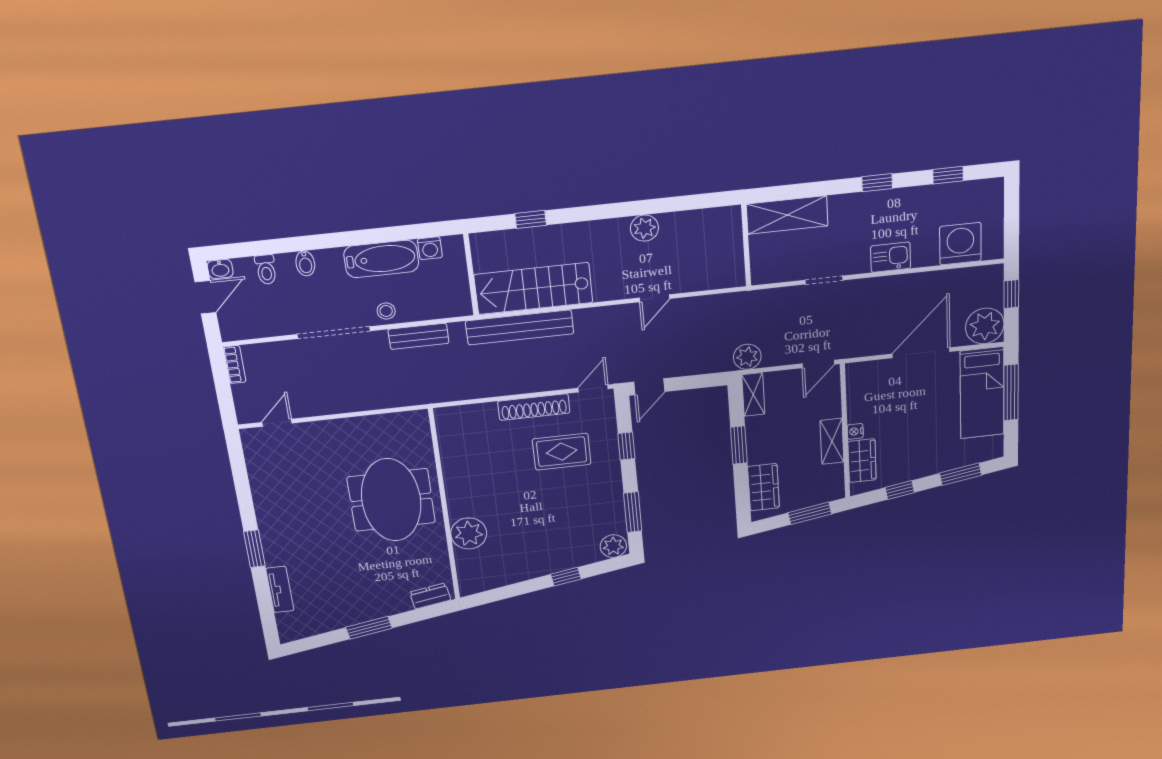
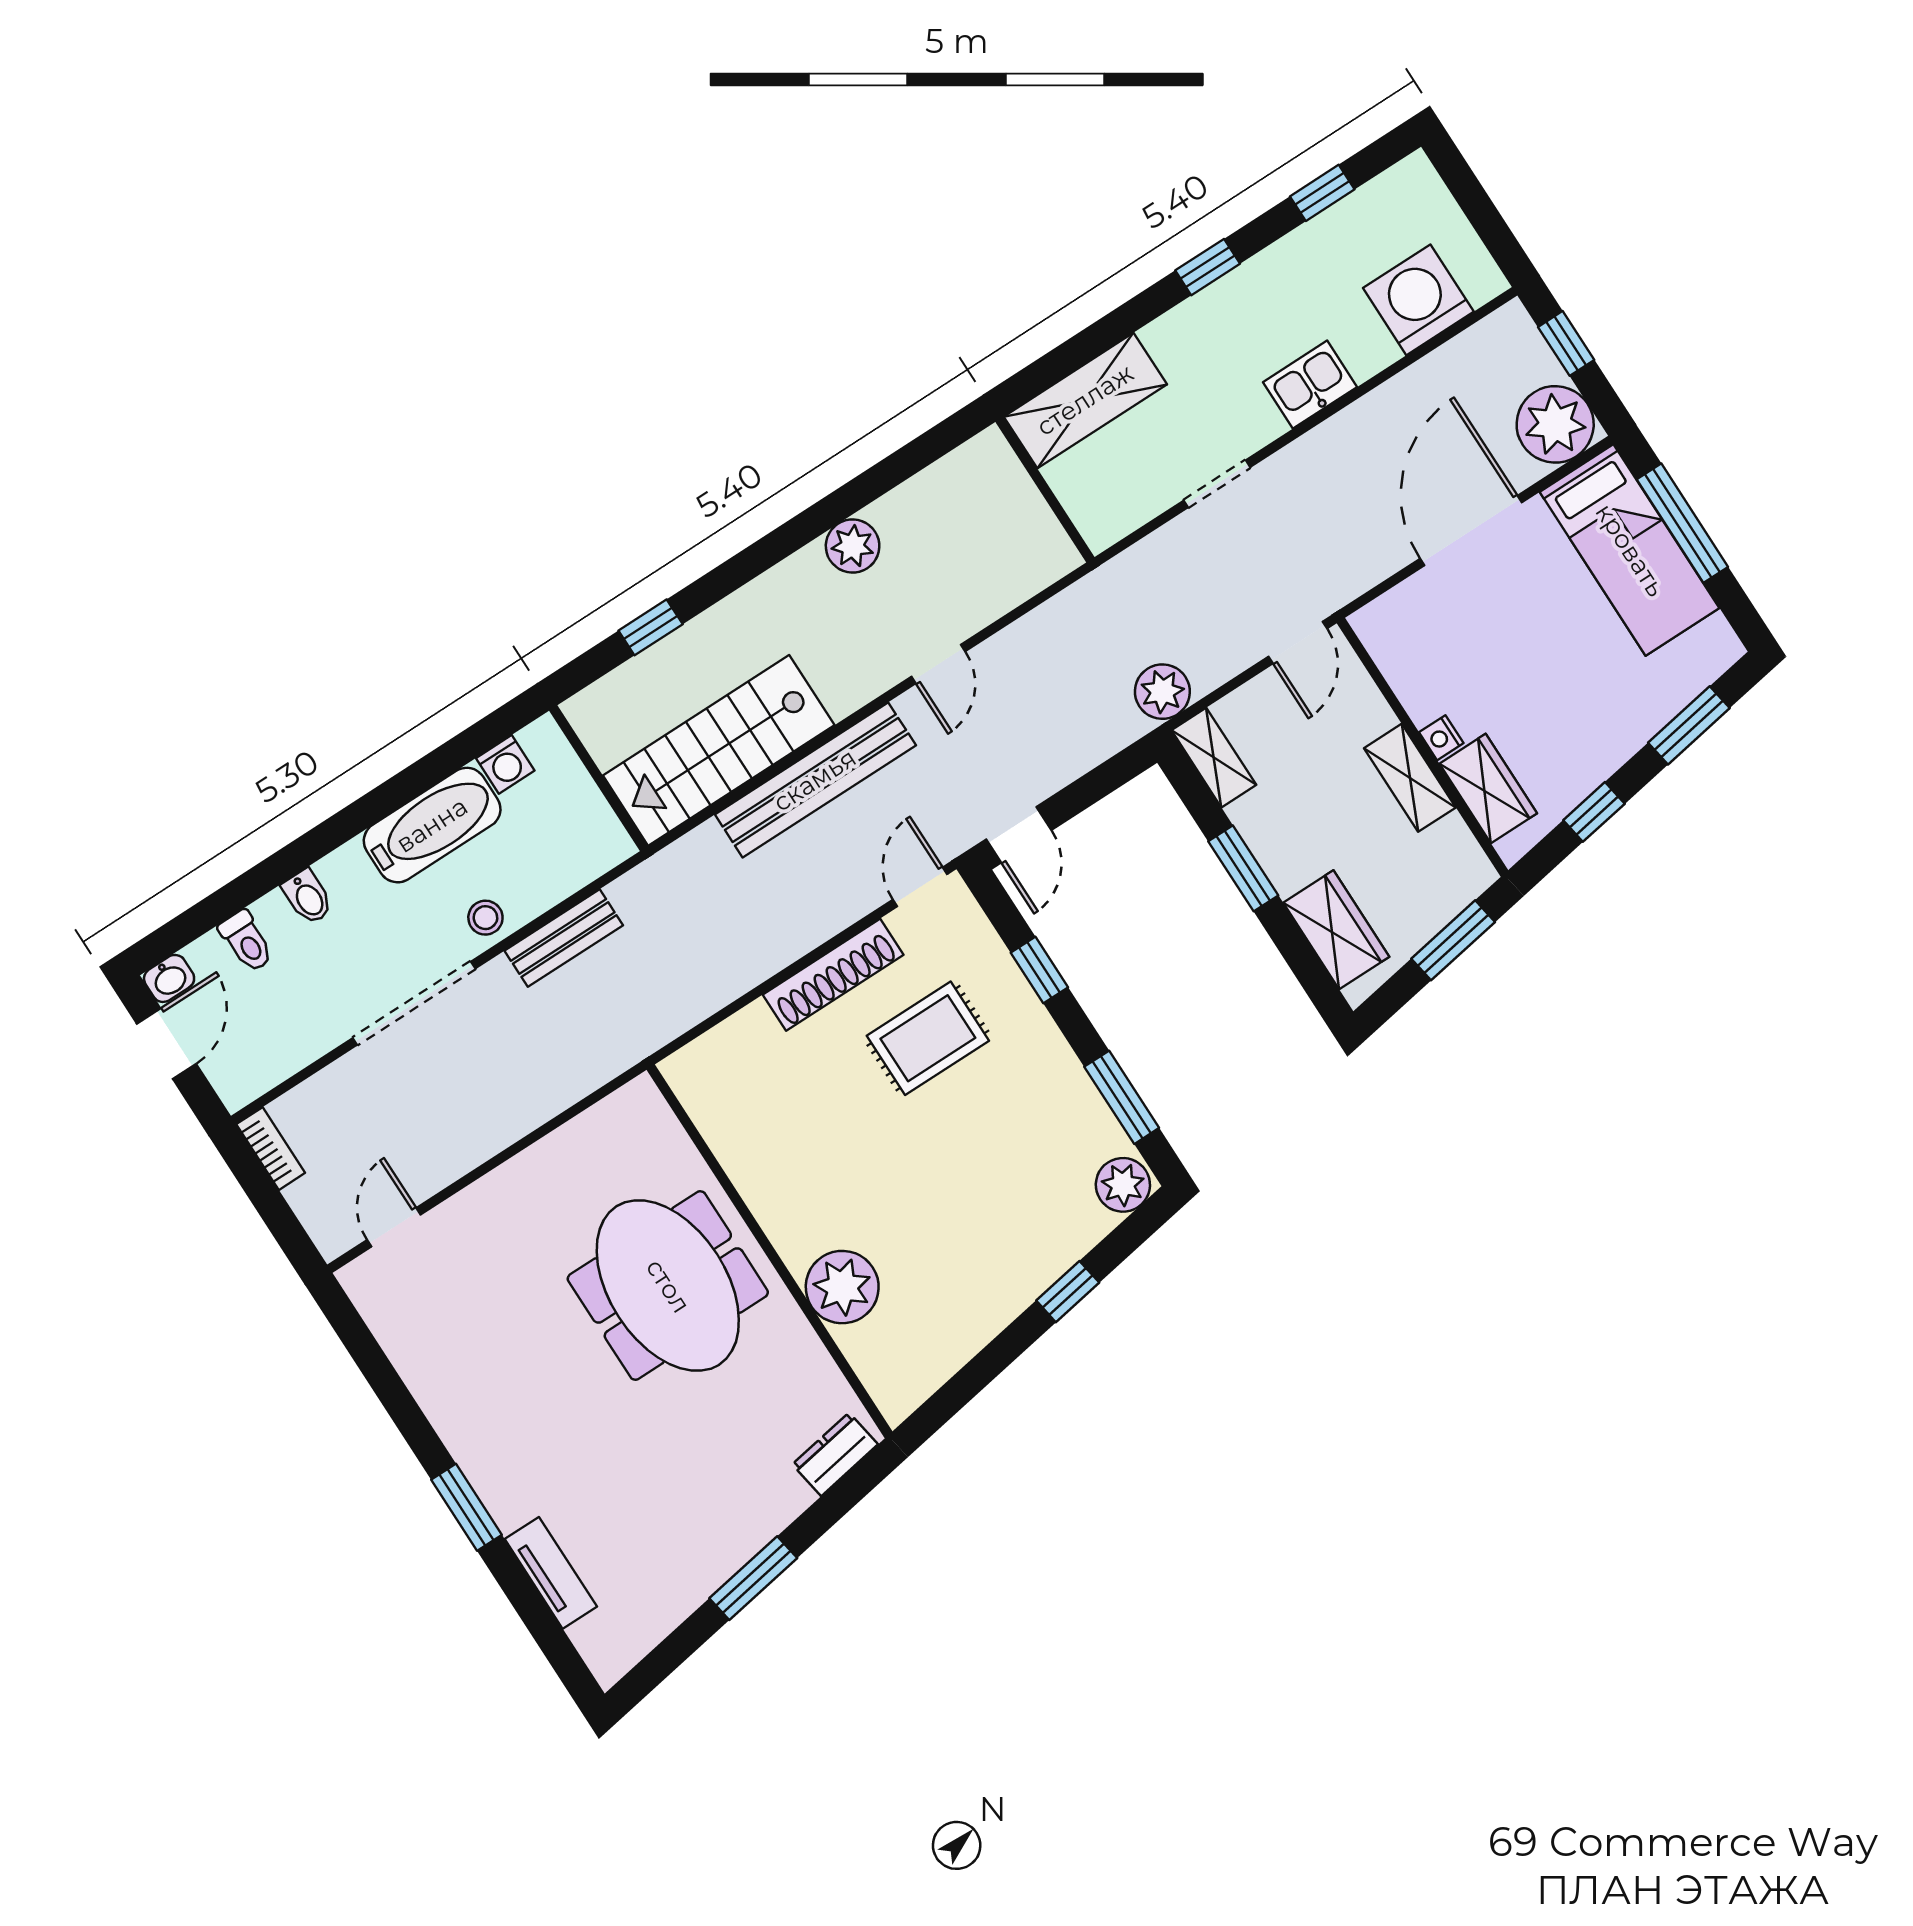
bench: (520, 327) -> (815, 780), moved

